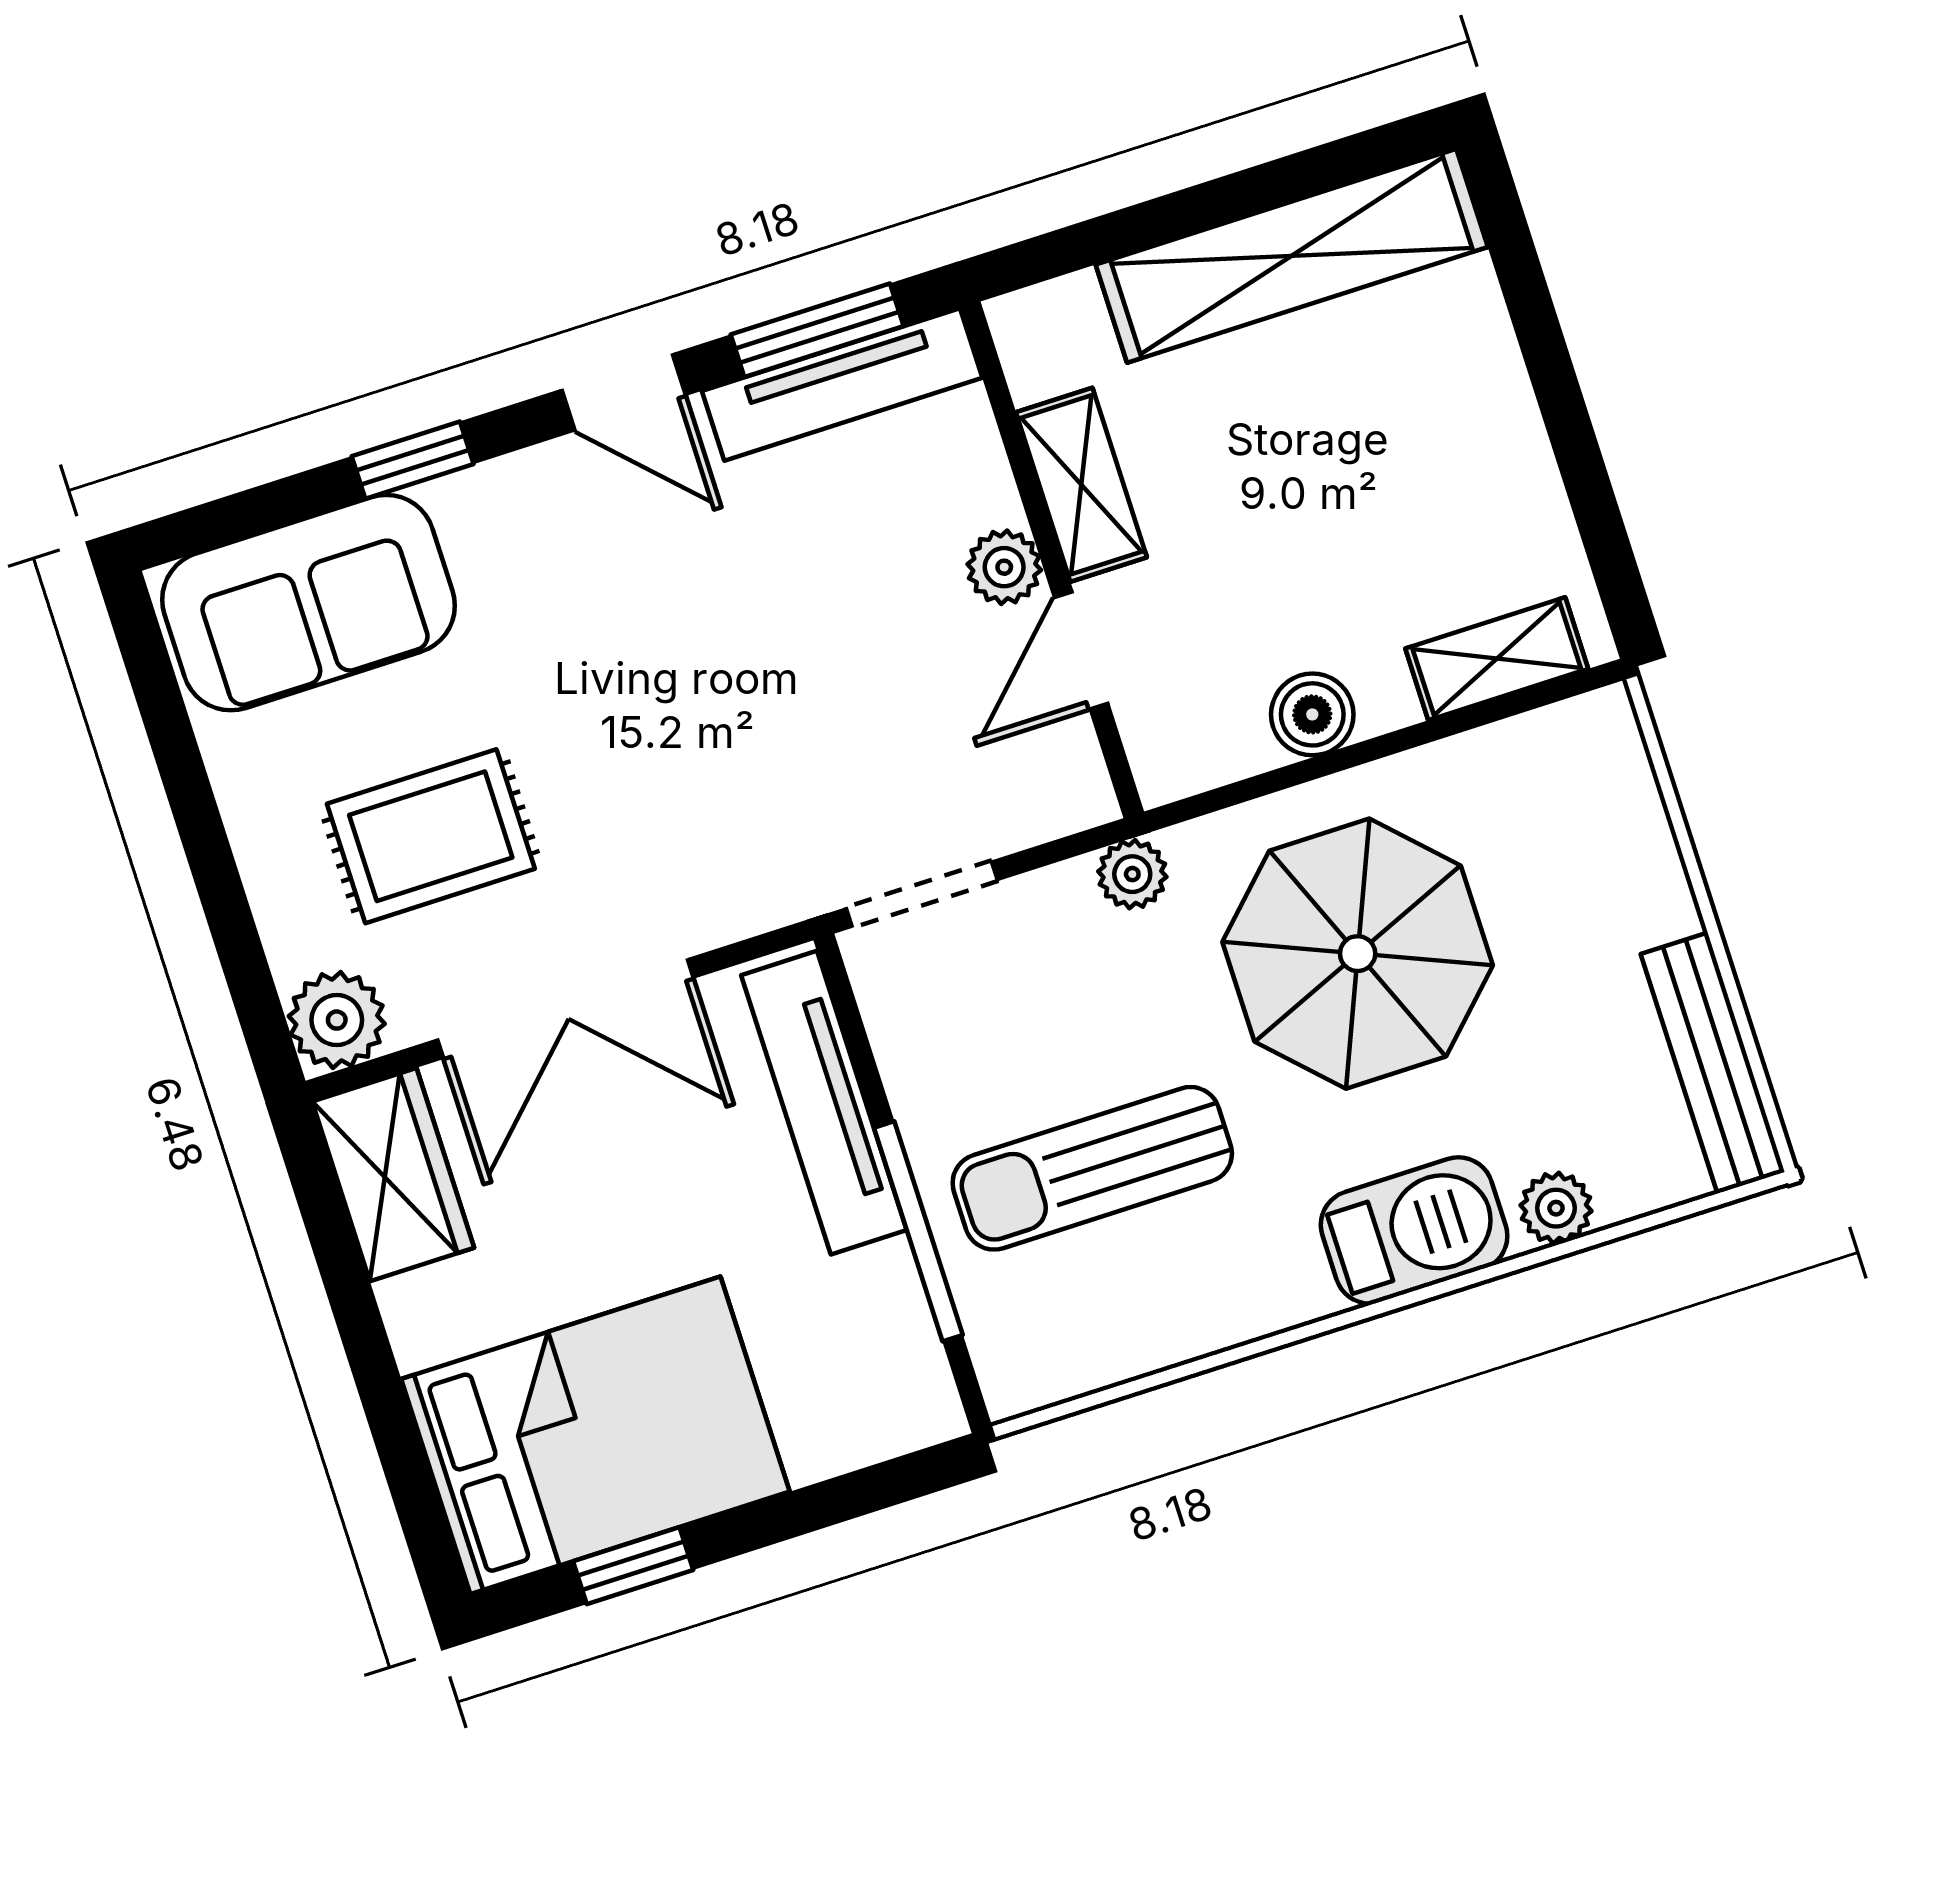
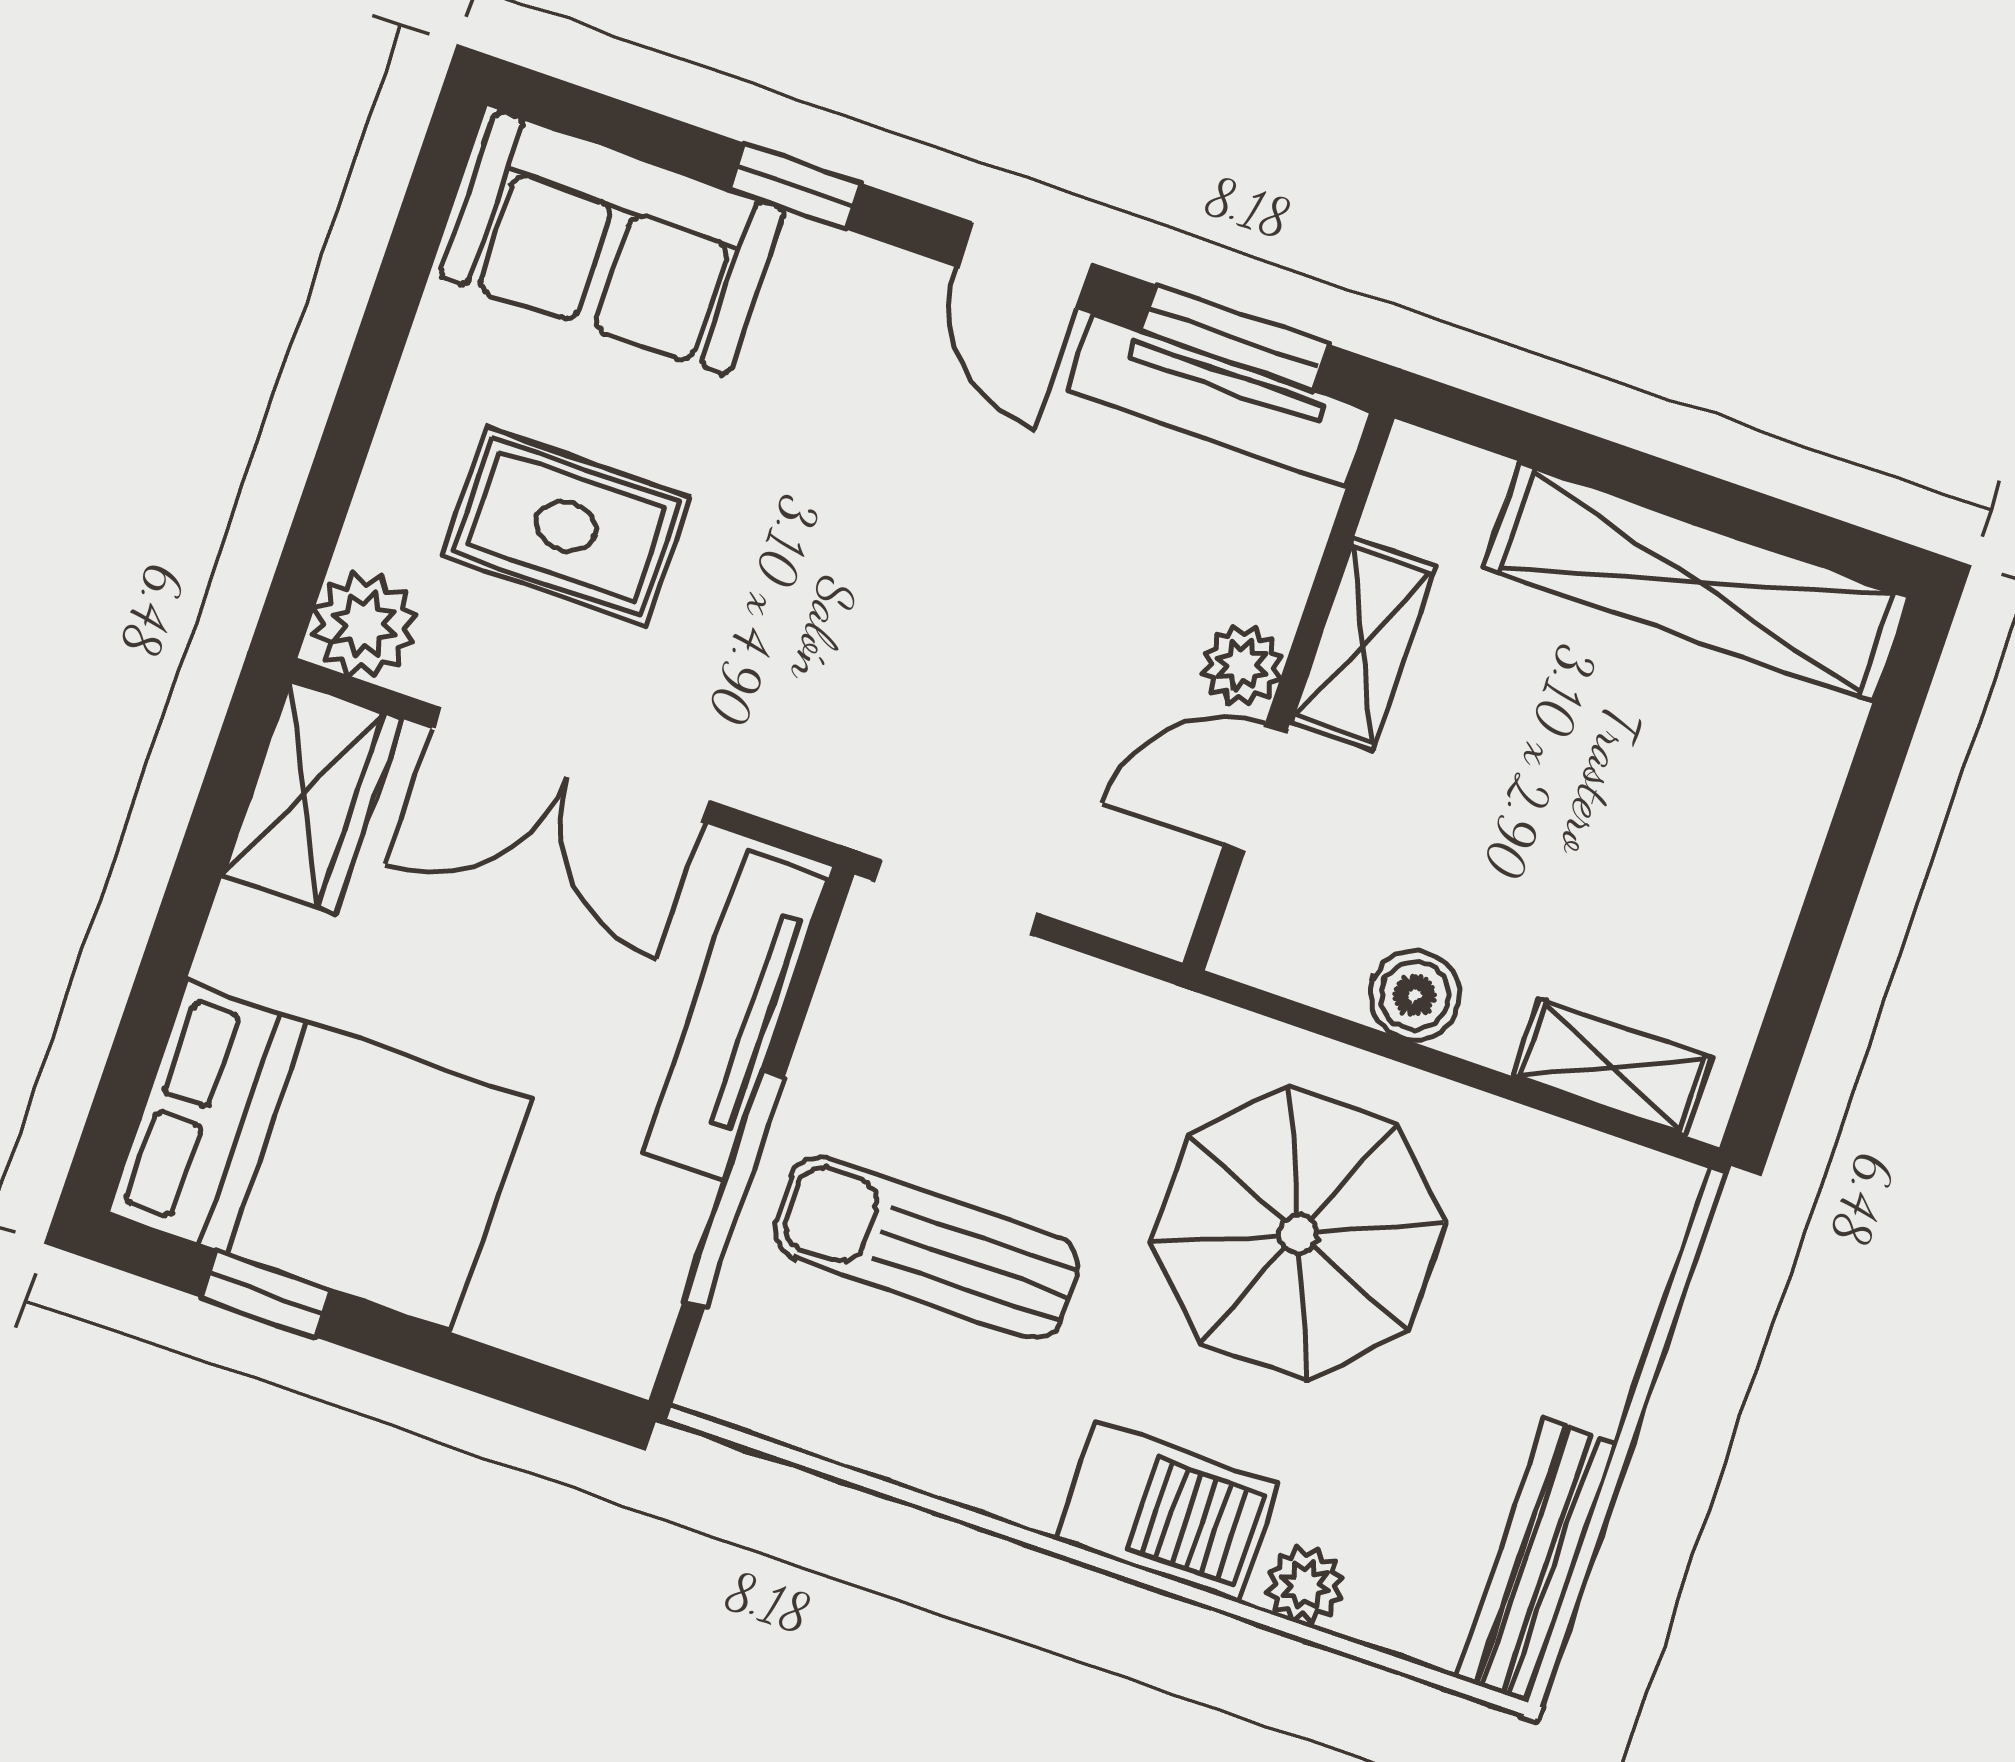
plant: (1132, 874) -> (1153, 1017), removed

